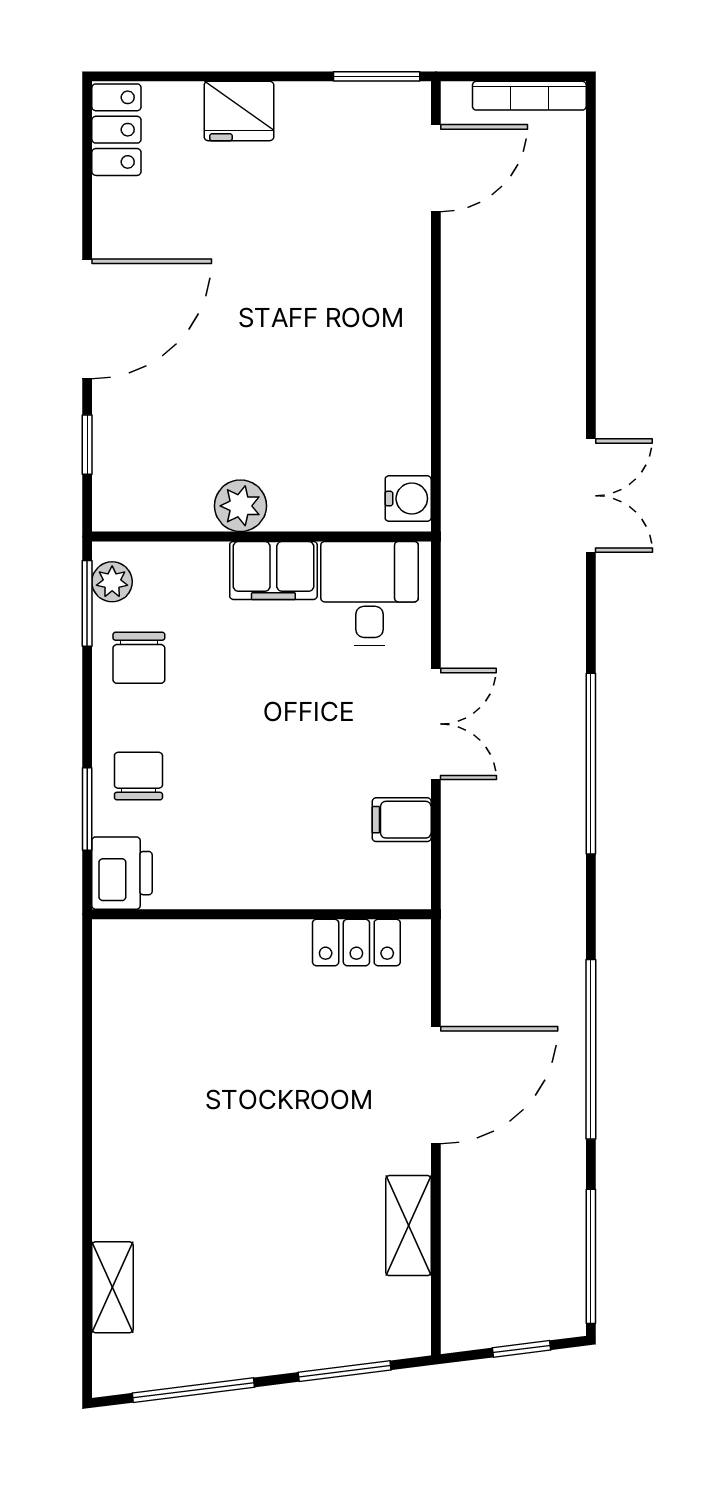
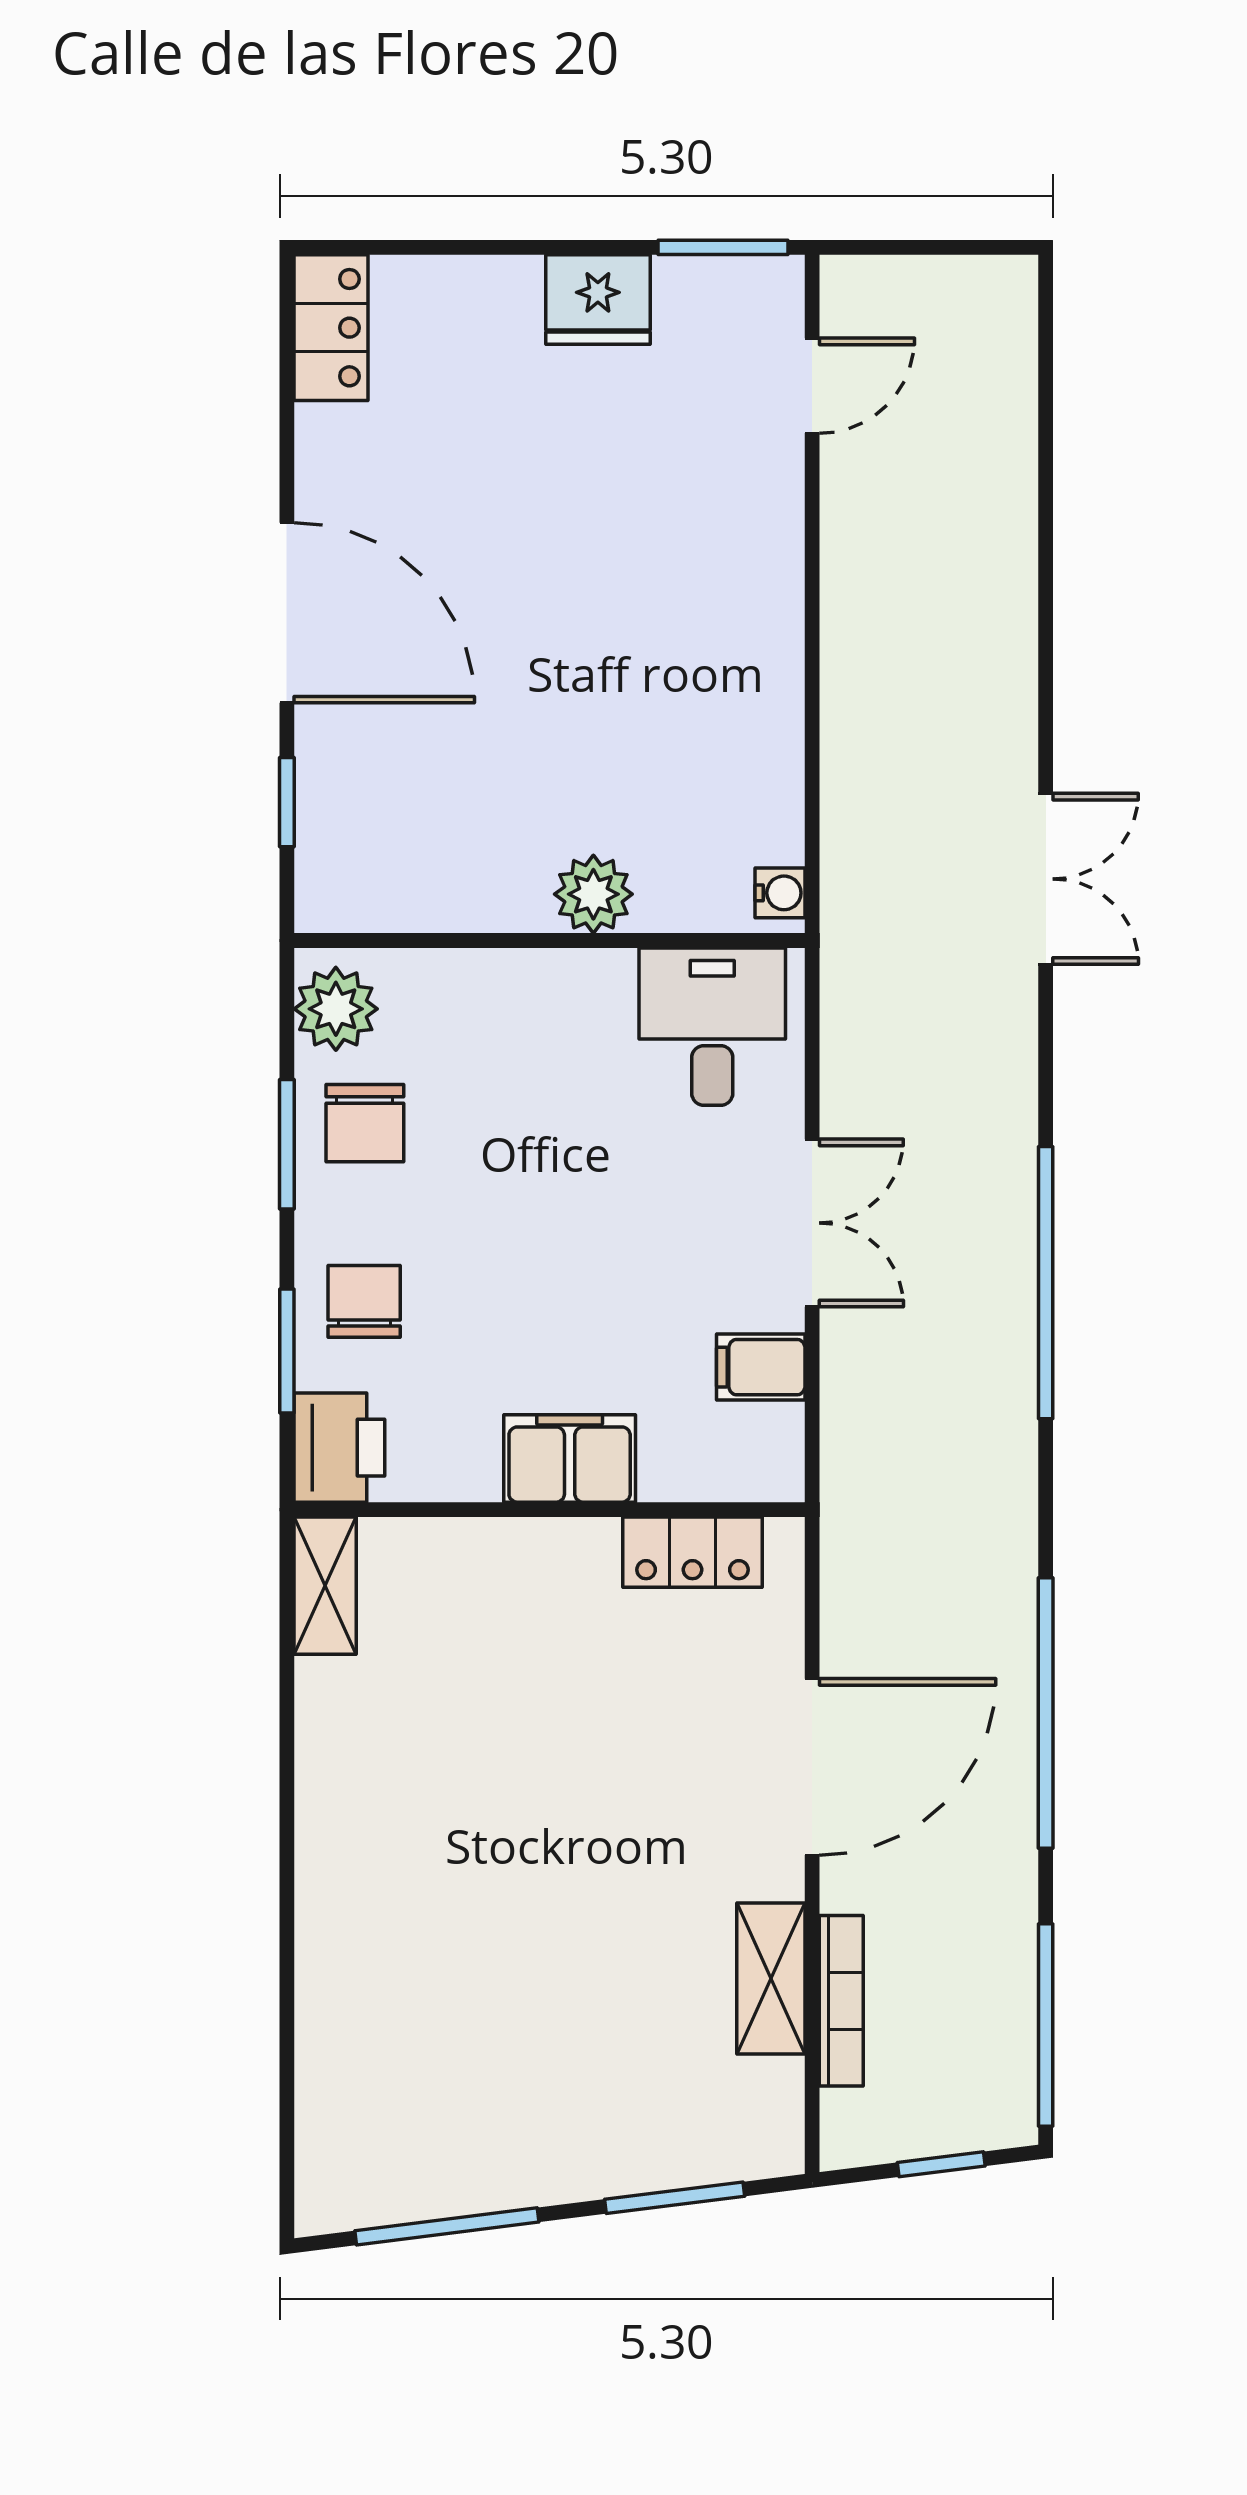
bookcase: (529, 96) -> (841, 2001), moved, turned -90
fridge: (239, 111) -> (598, 300), moved
door: (436, 168) -> (812, 386), width x0.73
door: (87, 319) -> (287, 613), hinge flipped
water cooler: (408, 499) -> (780, 893), width x0.72, depth x0.72
plant: (240, 506) -> (593, 894), moved
filing cabinet: (273, 570) -> (570, 1458), moved, turned 180
plant: (112, 582) -> (336, 1009), width x1.38, depth x1.38
window: (87, 603) -> (287, 1144), moved
shelving: (112, 1287) -> (325, 1586), moved

